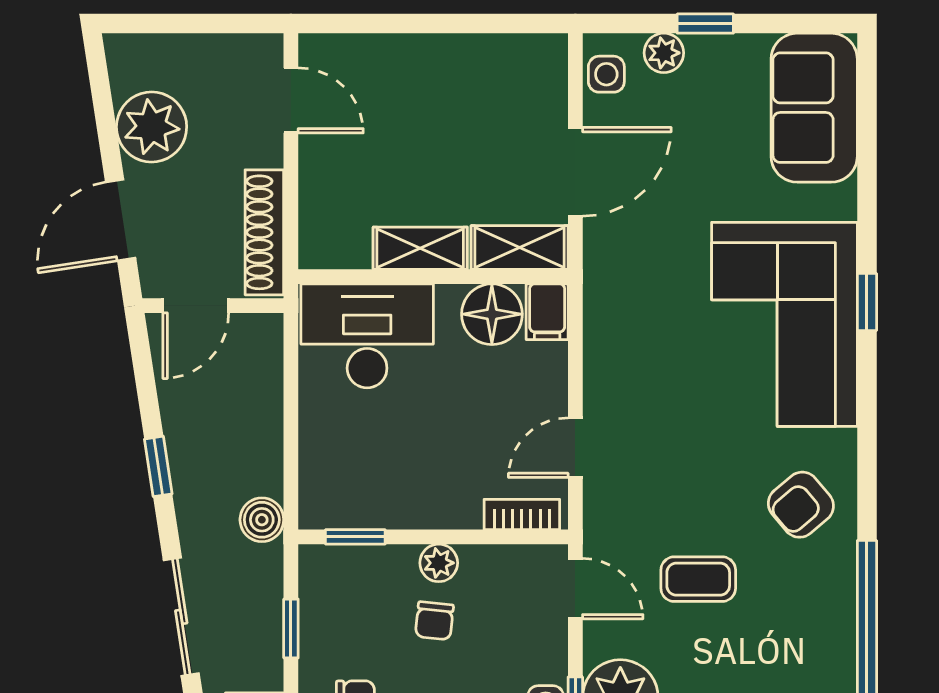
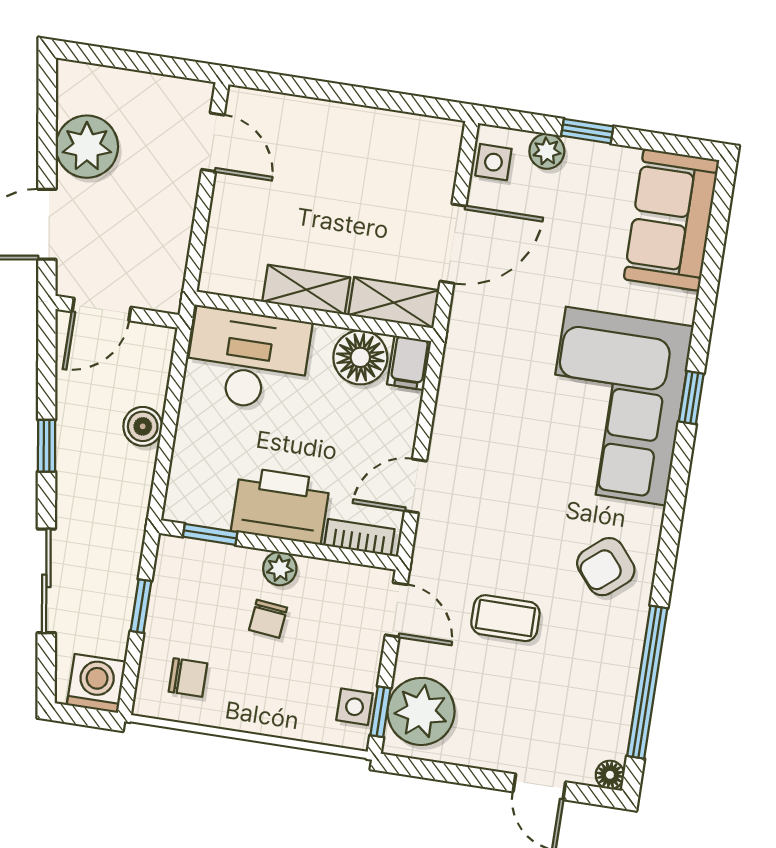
shoe rack: (264, 232) -> (172, 255), removed
printer: (429, 493) -> (281, 506), added
boiler: (262, 520) -> (143, 426), moved

